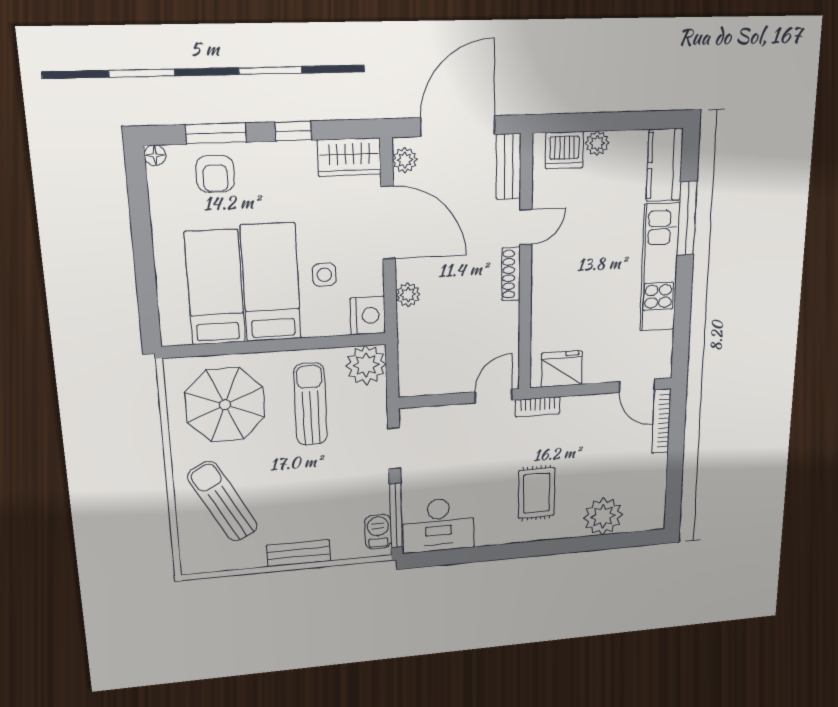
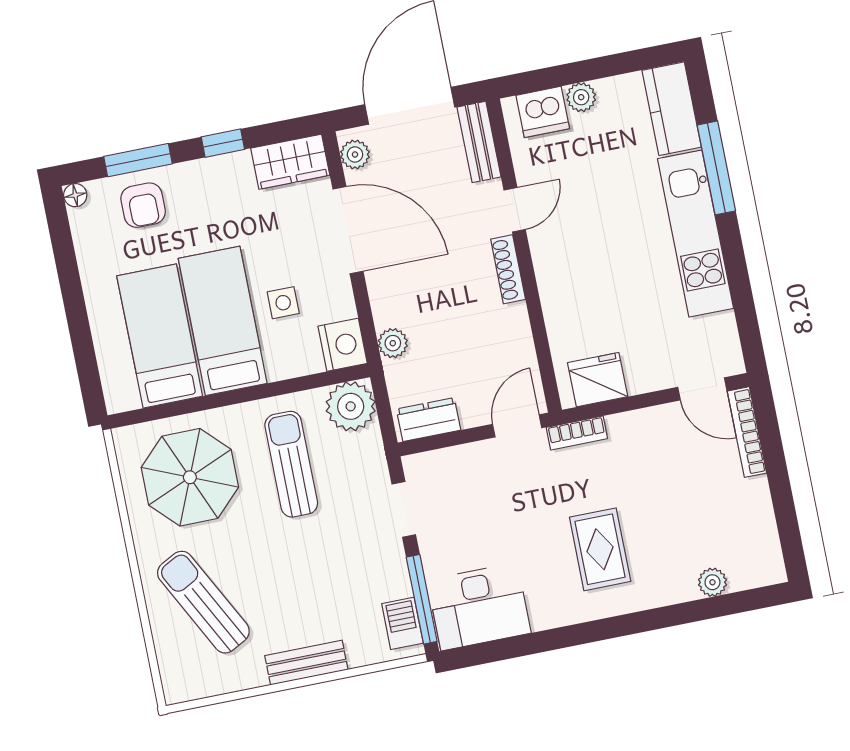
plant: (408, 295) -> (393, 343), moved
dresser: (426, 383) -> (429, 420), added
plant: (603, 516) -> (712, 582), width x0.53, depth x0.53

